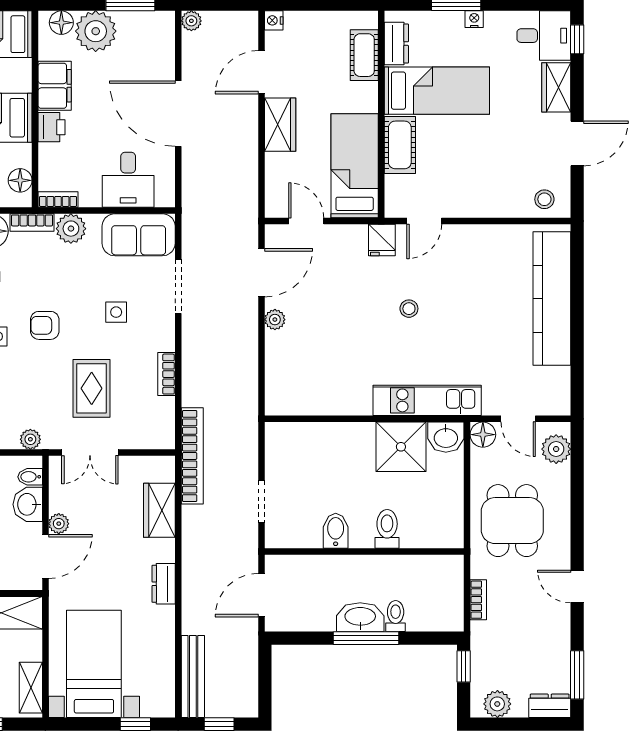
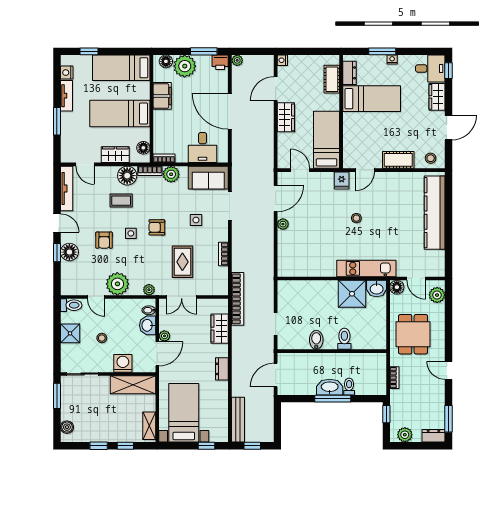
printer: (52, 127) -> (220, 62), moved, turned 90
cot: (400, 145) -> (398, 160), moved, turned 90

